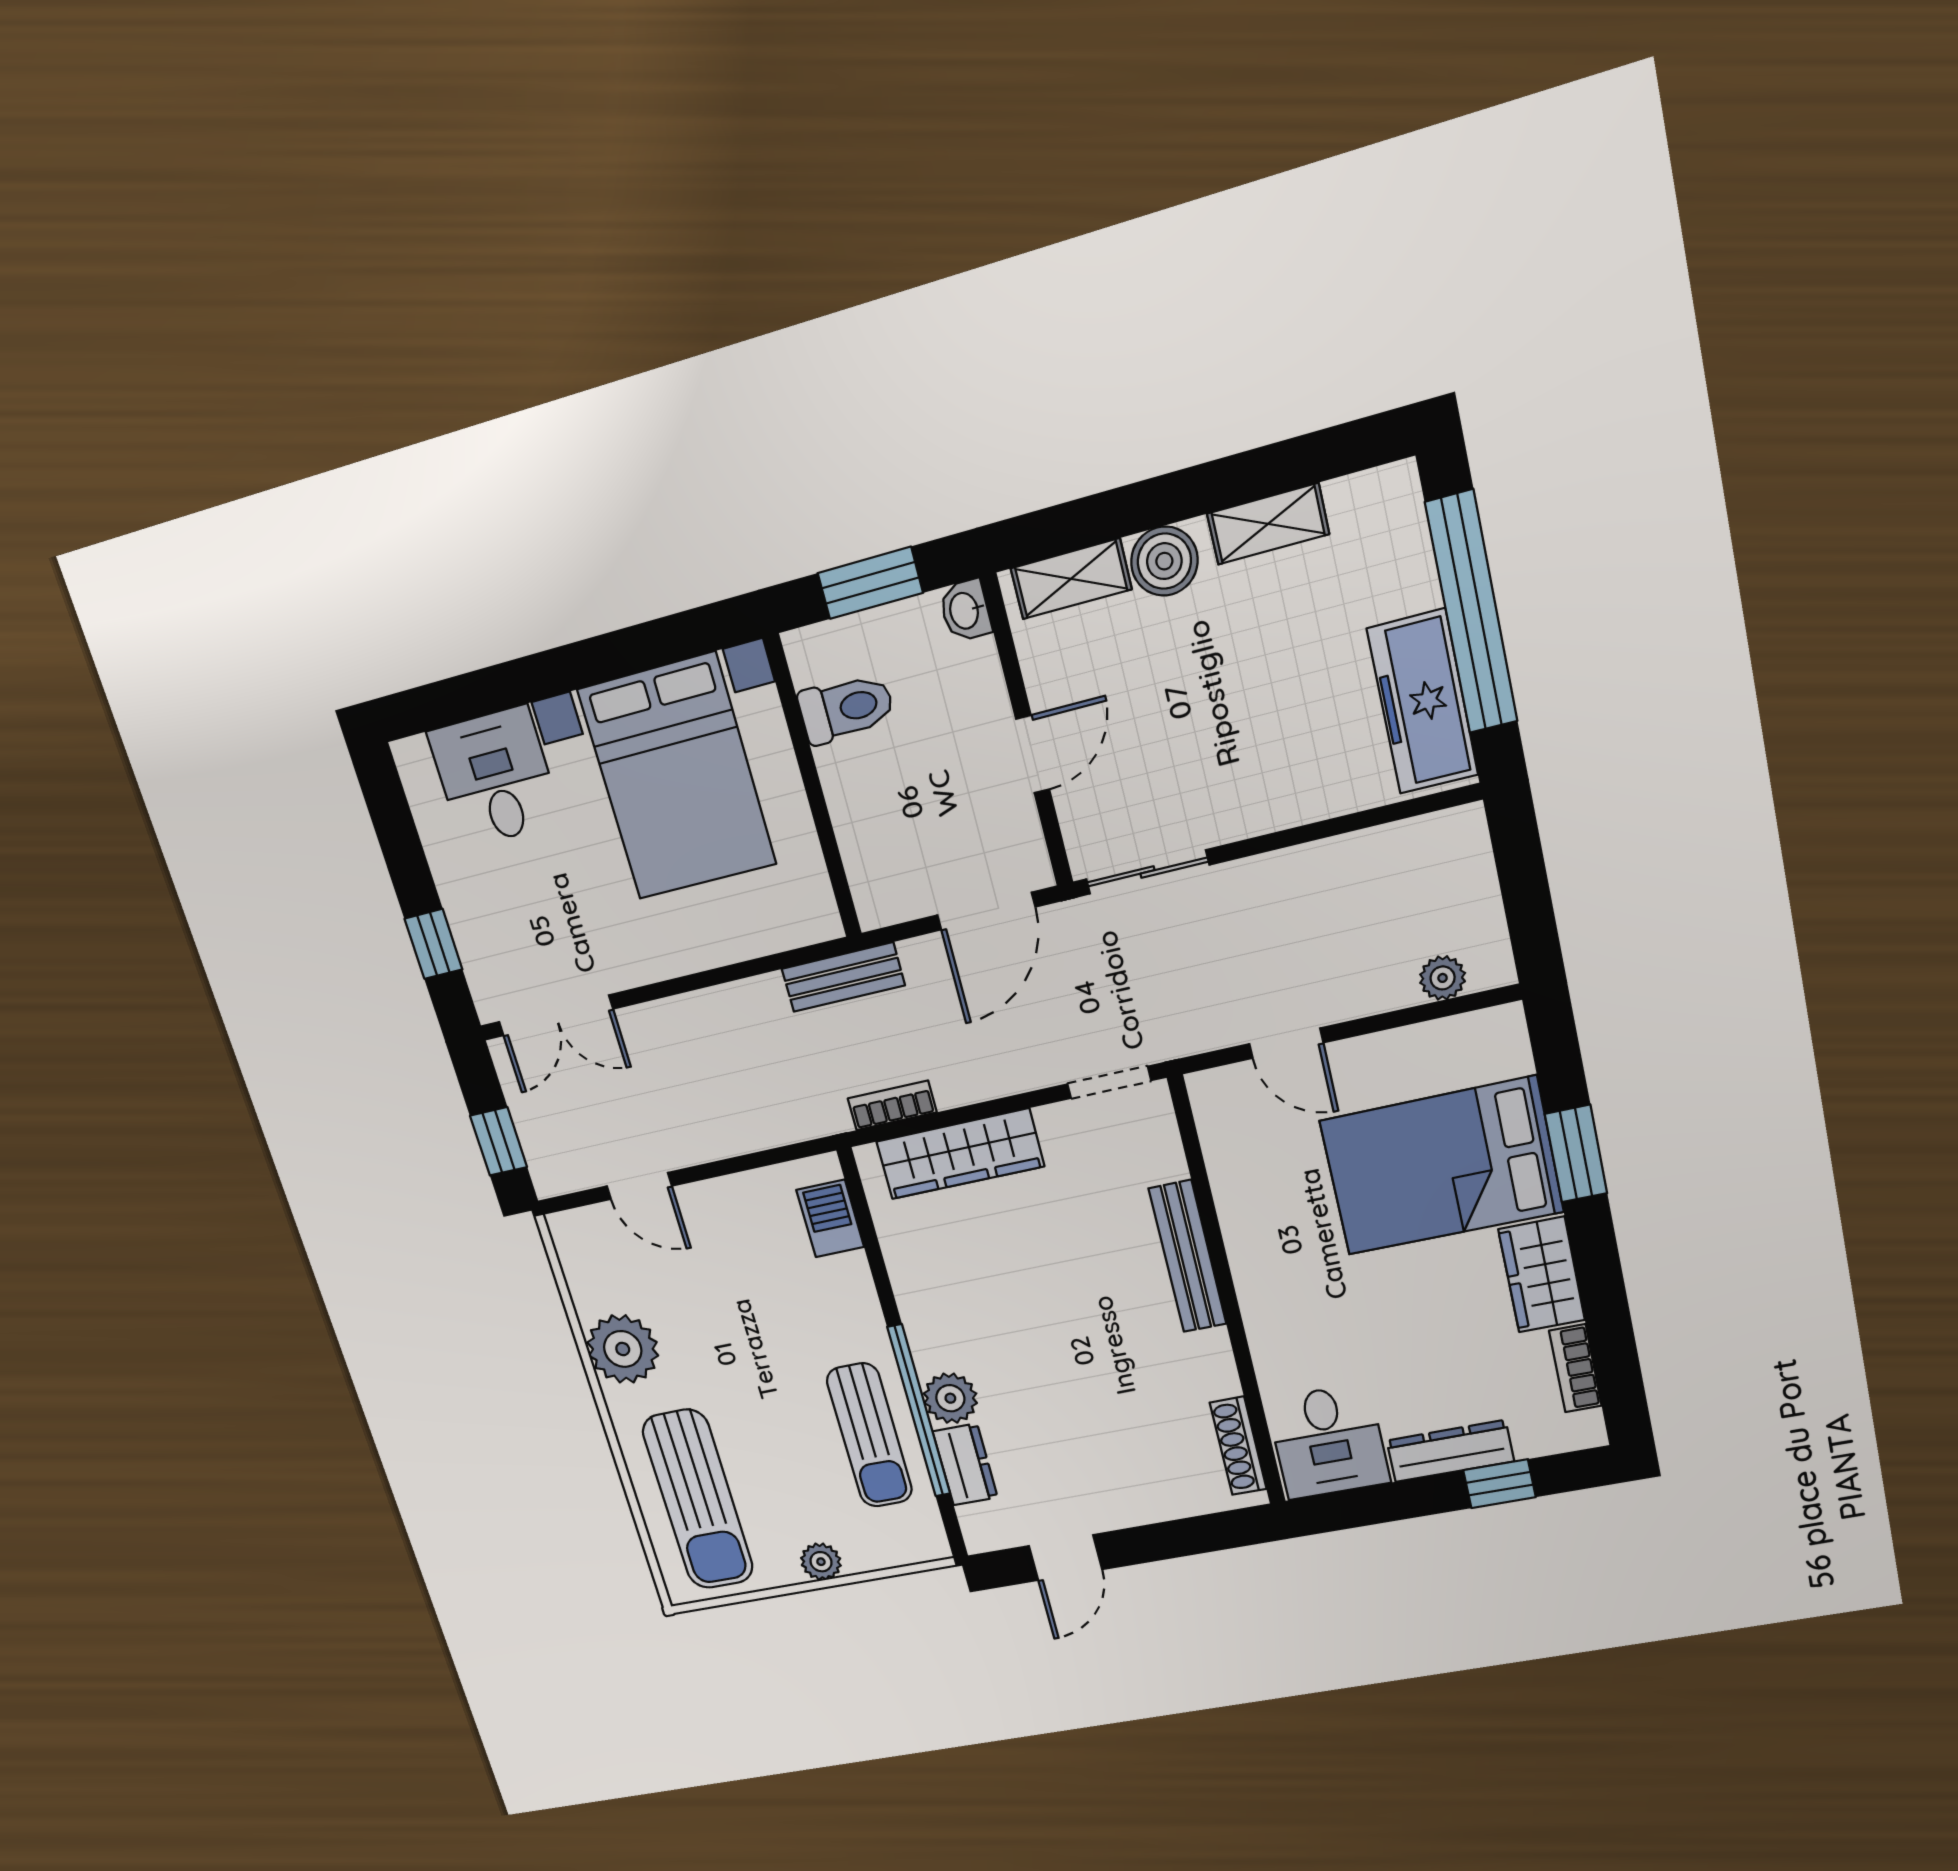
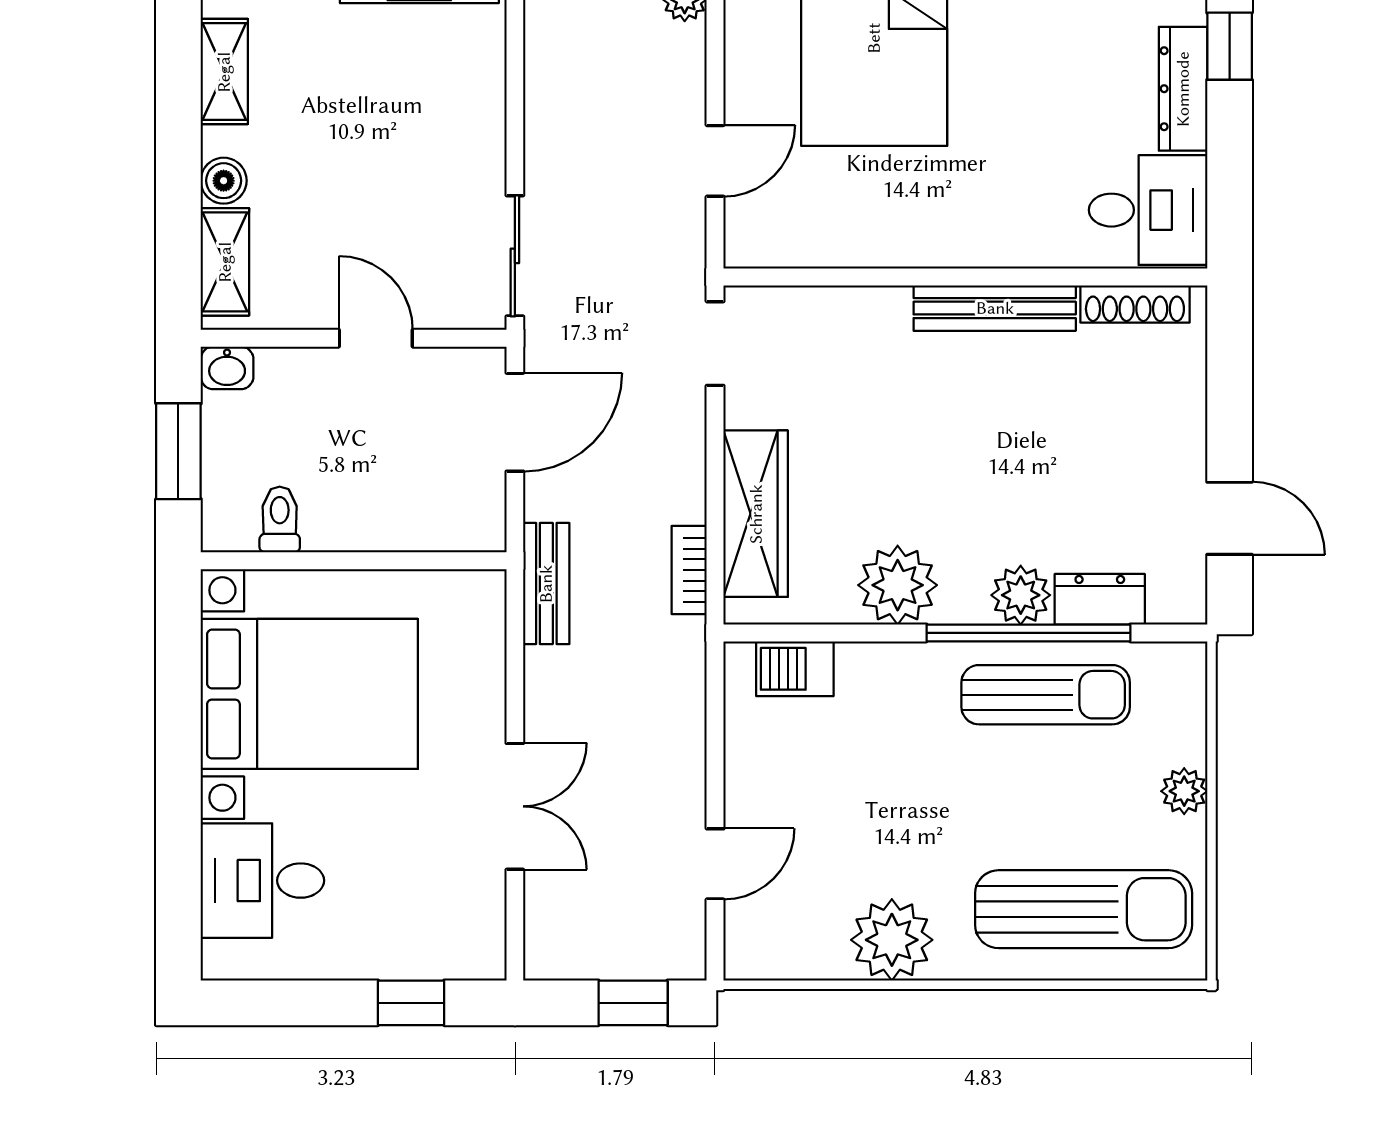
boiler: (1164, 561) -> (224, 181), width x0.73, depth x0.73
toilet: (846, 708) -> (280, 519), width x0.73, depth x0.72
door: (986, 911) -> (515, 422), hinge flipped
double door: (556, 1015) -> (515, 806), moved
bench: (1188, 1256) -> (995, 308), moved
plant: (930, 1292) -> (898, 585), added

